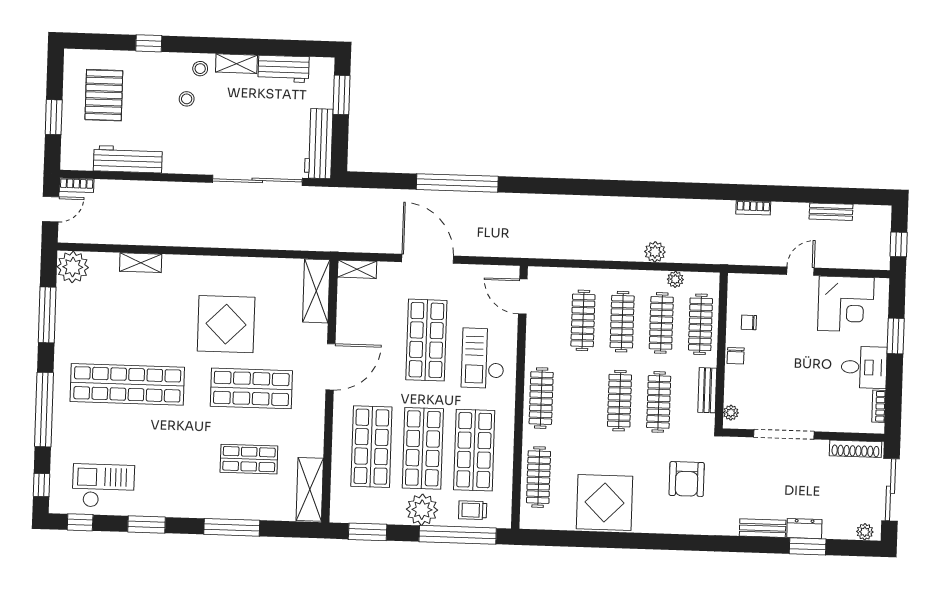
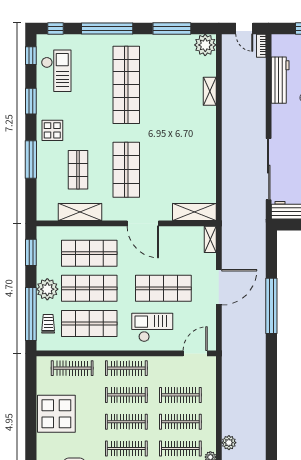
display table: (226, 324) -> (52, 130), moved, width x0.54, depth x0.54
clothes rail: (580, 399) -> (126, 395), added
shelving: (310, 489) -> (80, 212), moved

